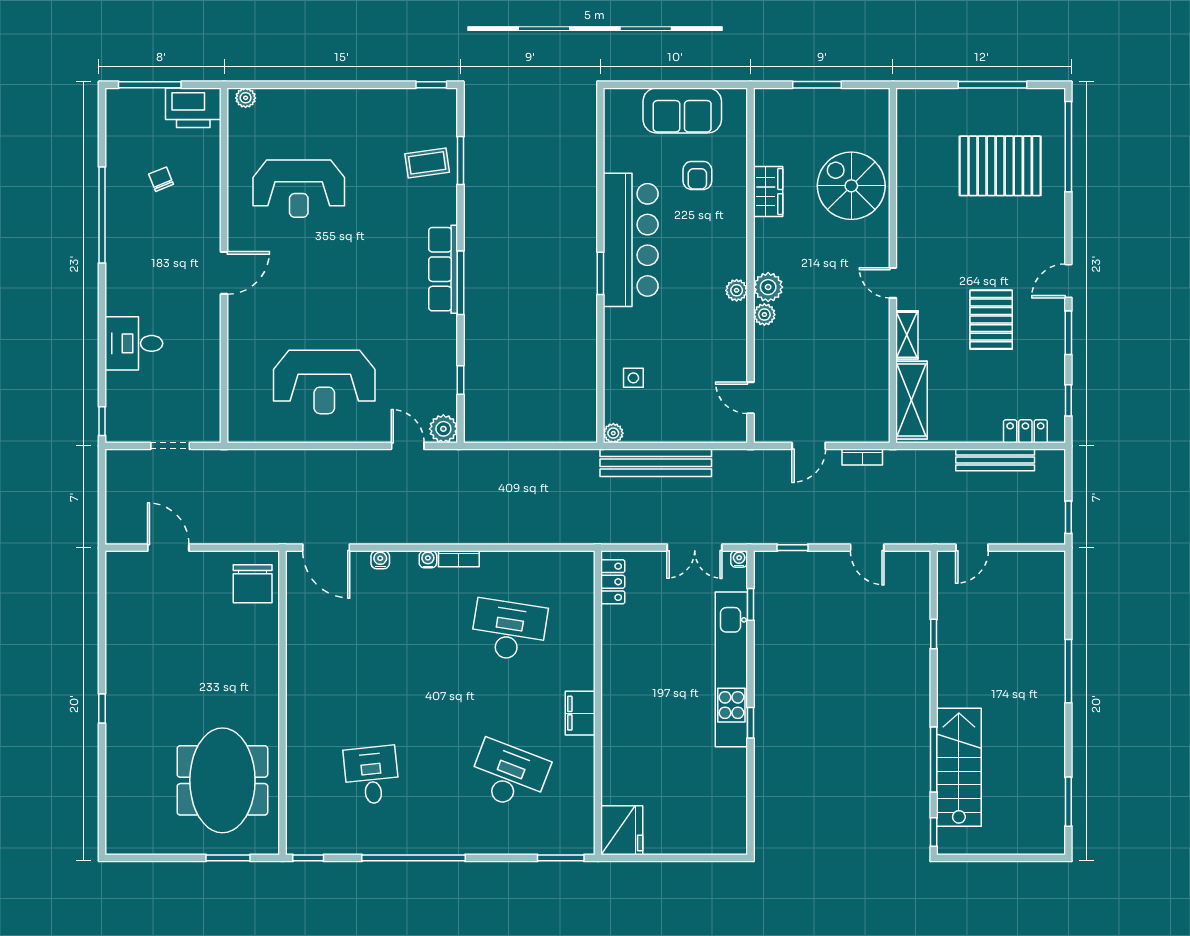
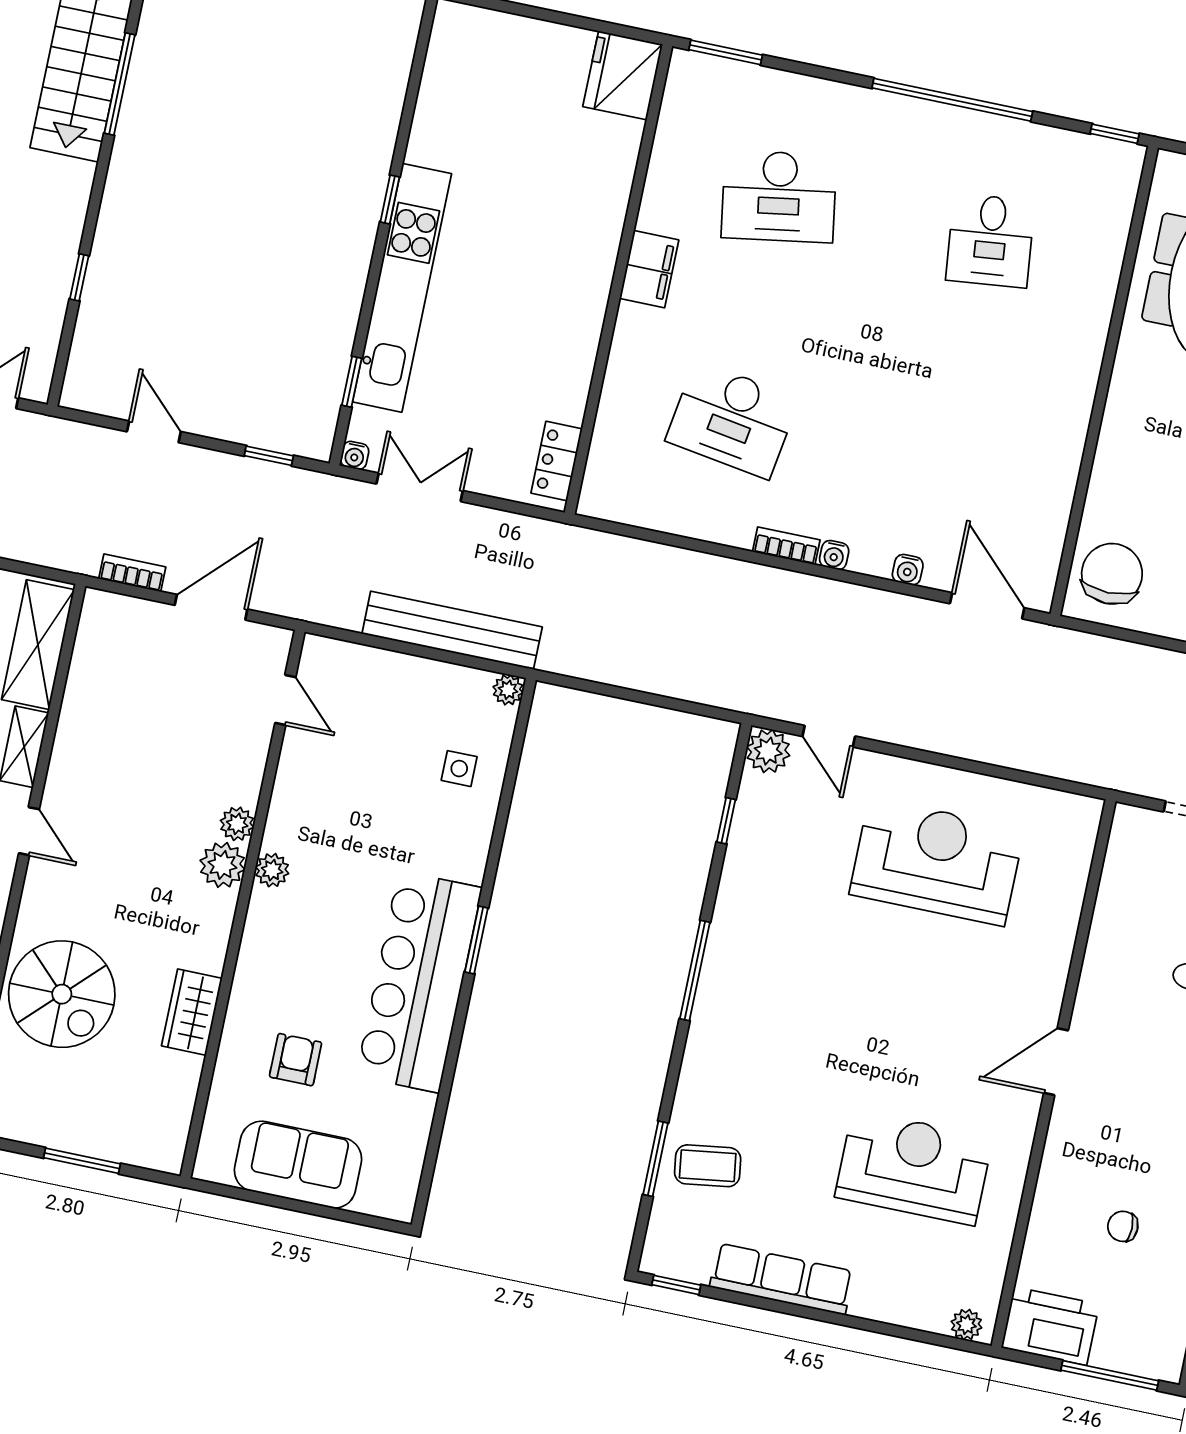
chair: (161, 179) -> (1123, 1226), turned 112
row of seats: (443, 269) -> (782, 1279), moved, turned -90
door: (809, 446) -> (211, 607), width x1.37
desk: (509, 775) -> (779, 196), turned -30

